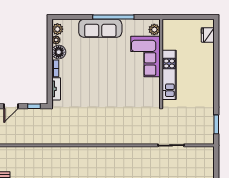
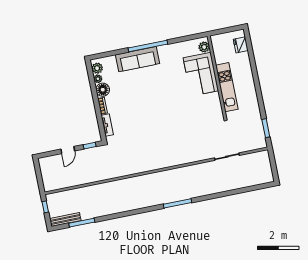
plant: (154, 30) -> (204, 47), moved
corner sofa: (146, 56) -> (201, 74), moved
wall: (161, 63) -> (217, 77), moved
kitchen unit: (169, 75) -> (227, 87), moved

